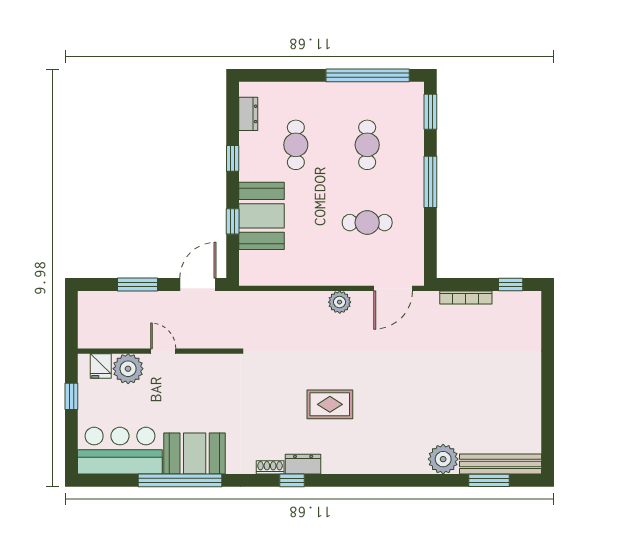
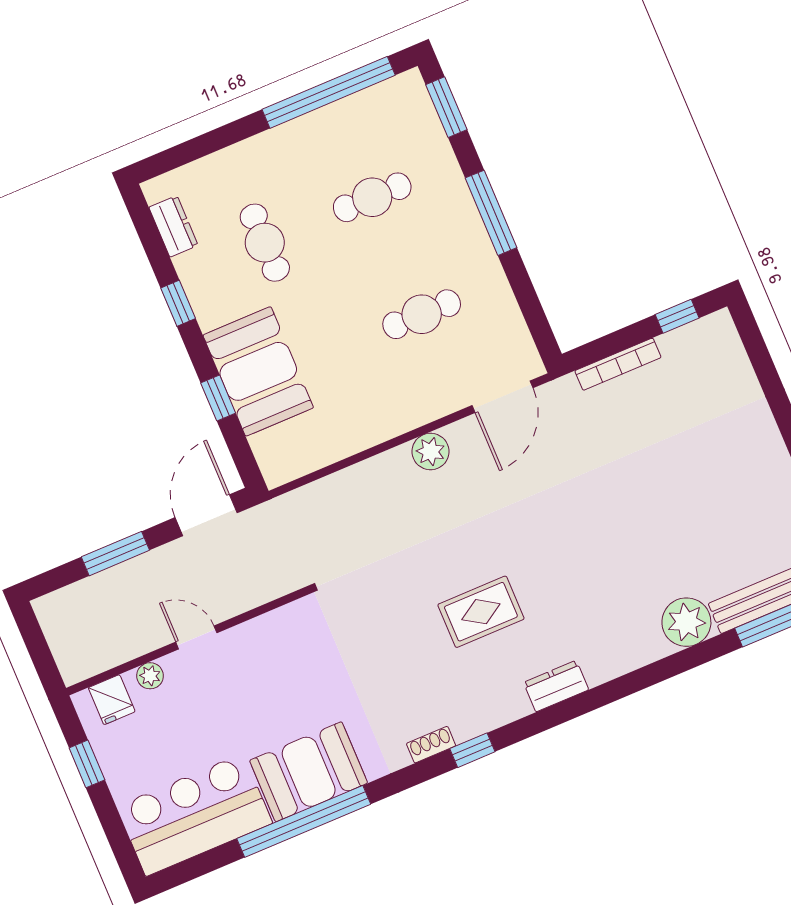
cafe table: (367, 145) -> (372, 197), turned 90
plant: (128, 369) -> (150, 676), width x0.53, depth x0.53
dresser: (303, 464) -> (556, 686), moved

